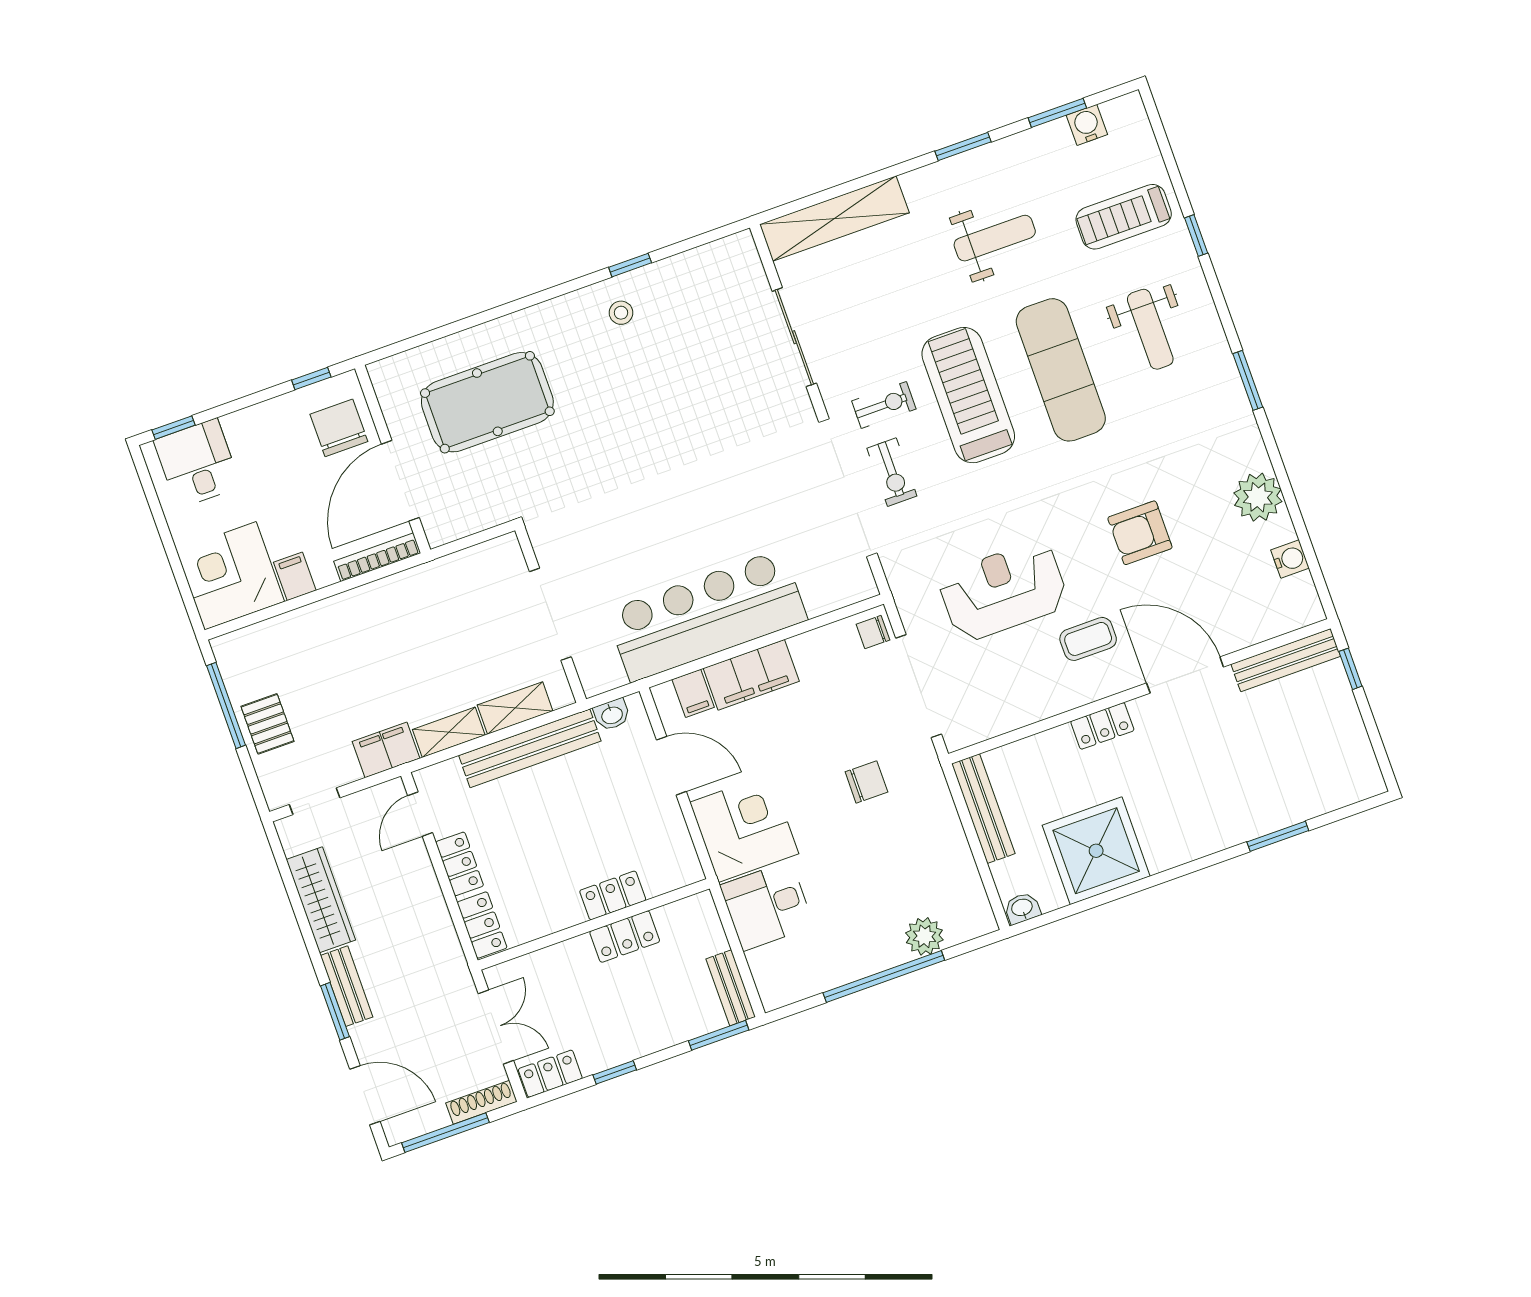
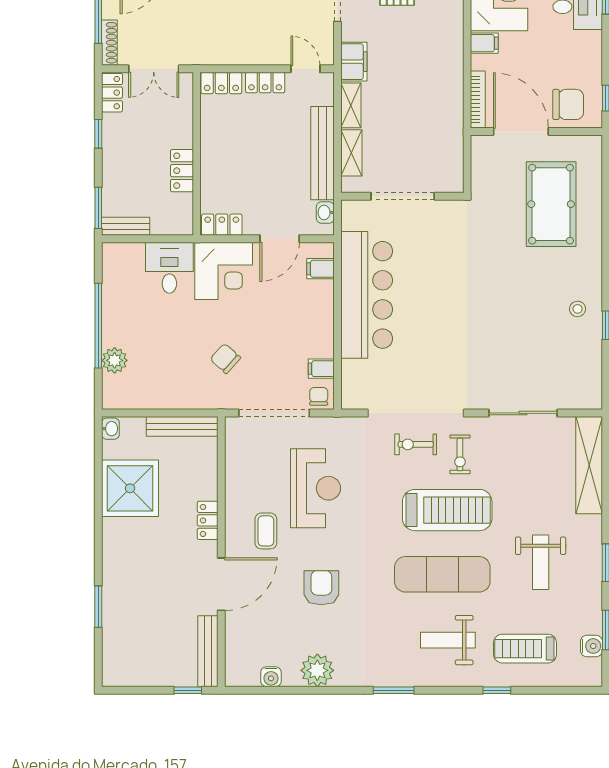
treadmill: (1124, 217) -> (525, 649), turned -90
filing cabinet: (751, 675) -> (321, 369), moved, width x0.33, depth x0.86
chair: (866, 782) -> (225, 358), turned 132
locker: (613, 895) -> (222, 225), moved, turned -90

